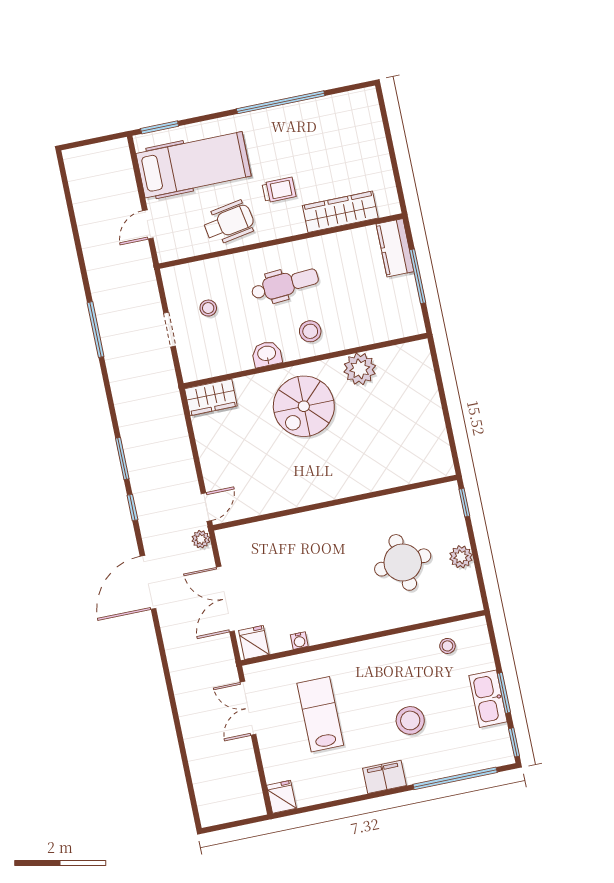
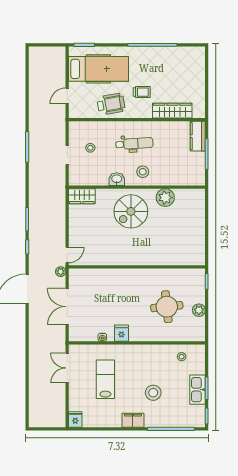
fridge: (254, 642) -> (121, 333), moved

